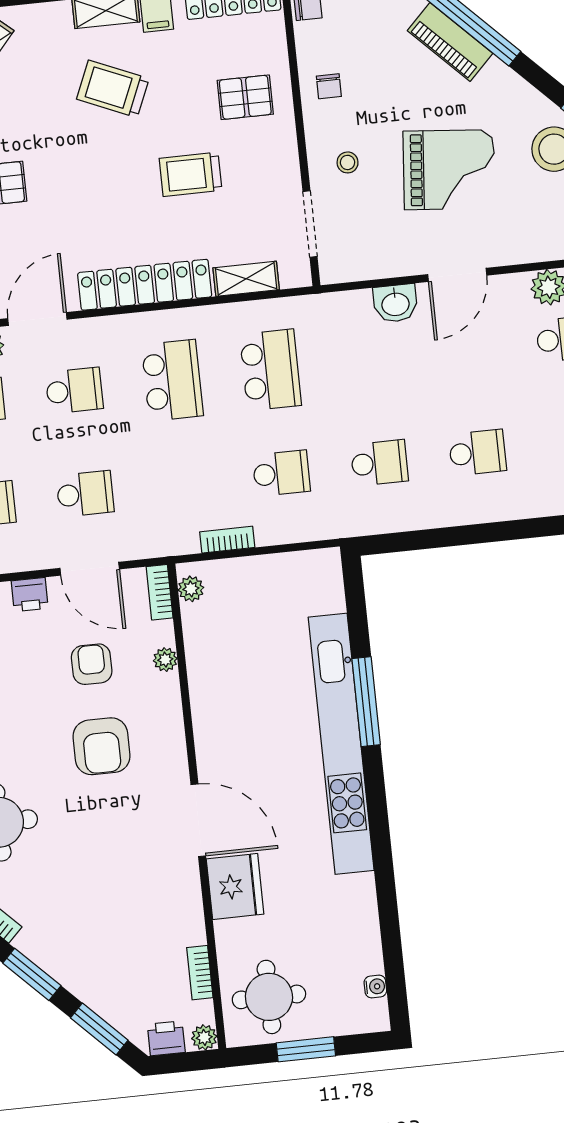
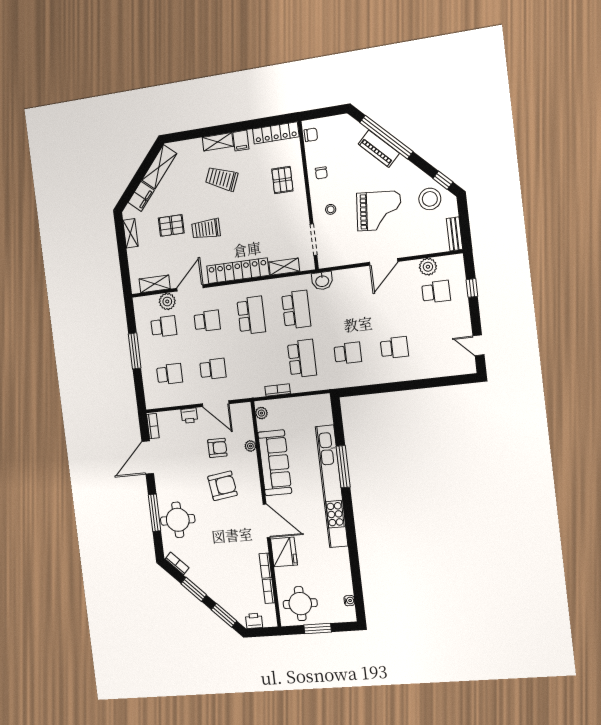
pallet: (245, 97) -> (282, 180), turned 90
trolley: (191, 174) -> (206, 229), moved
washbasin: (395, 303) -> (322, 281), moved
school desk: (281, 473) -> (302, 359), width x1.85
bookcase: (160, 592) -> (265, 566), moved
armchair: (92, 664) -> (217, 448), turned 90
sofa: (218, 695) -> (275, 463), added
armchair: (101, 746) -> (222, 486), turned -98
plant: (204, 1037) -> (271, 621), removed

